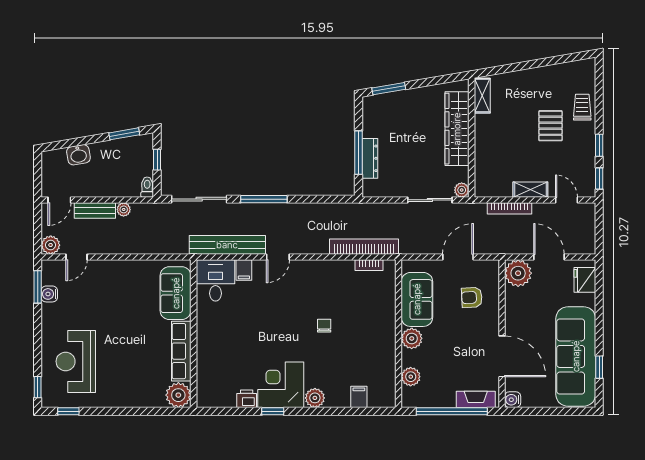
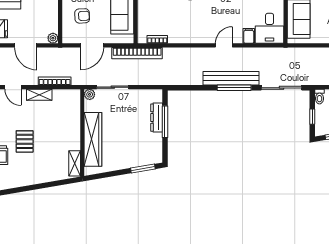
bench: (227, 245) -> (231, 78), moved
bookcase: (364, 247) -> (137, 53), moved
plant: (518, 273) -> (53, 38), width x0.53, depth x0.53

